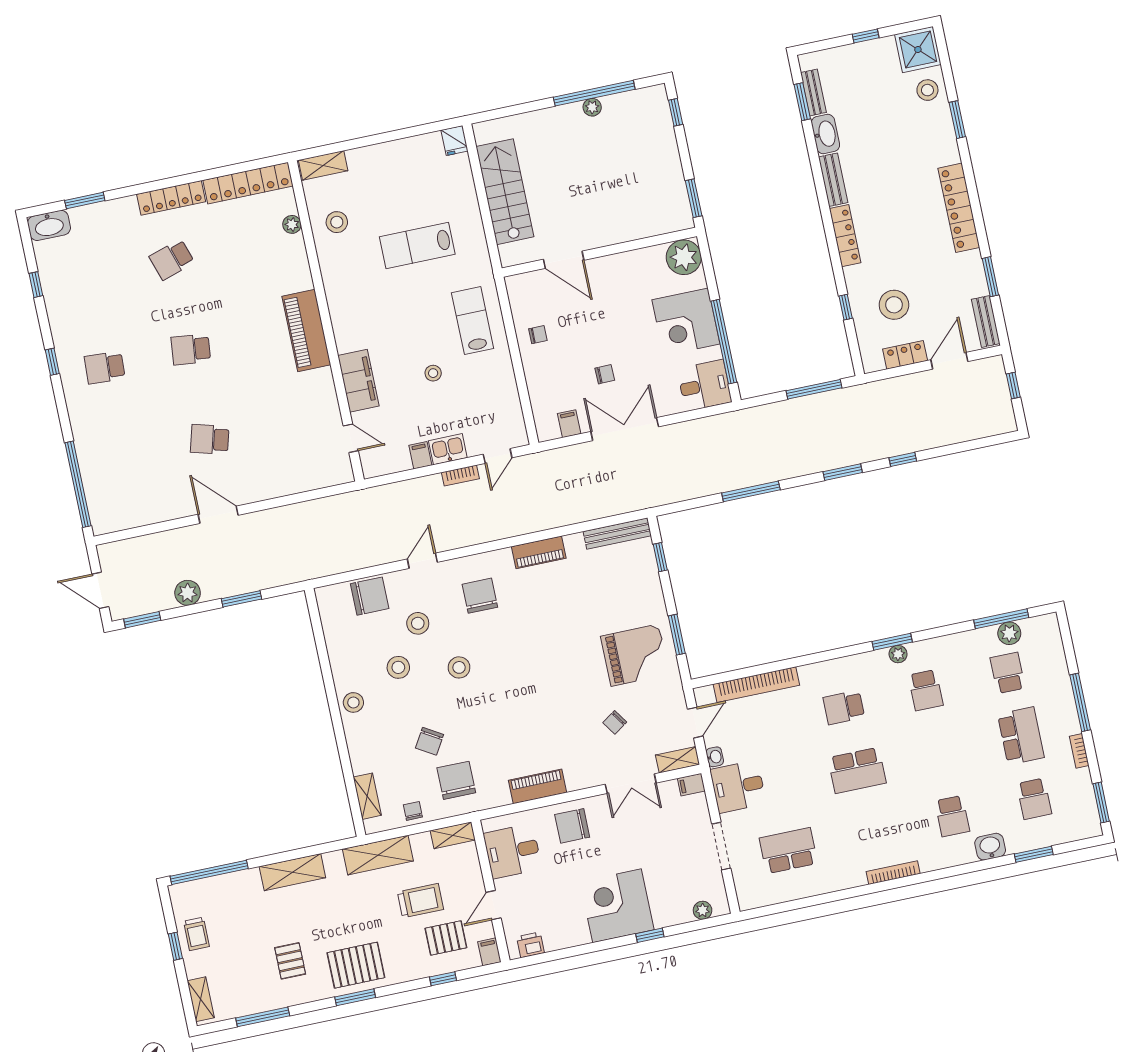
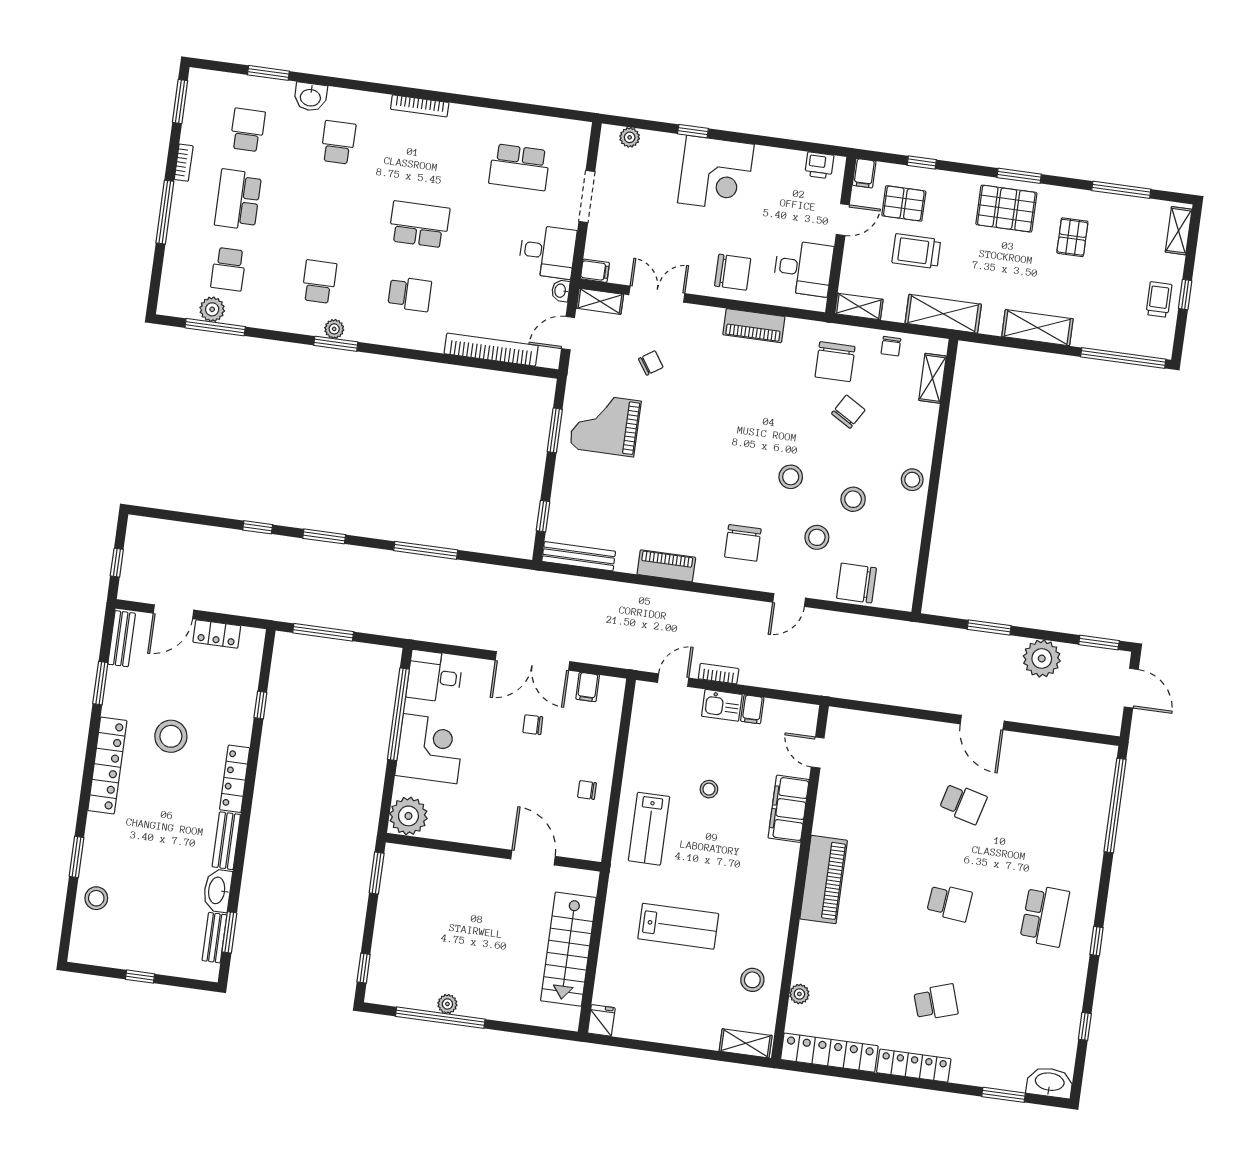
shower: (918, 49) -> (91, 943), removed
stool: (894, 305) -> (171, 736), moved
school desk: (105, 368) -> (1045, 916), width x1.85
plant: (188, 593) -> (1042, 658), width x1.36, depth x1.36

